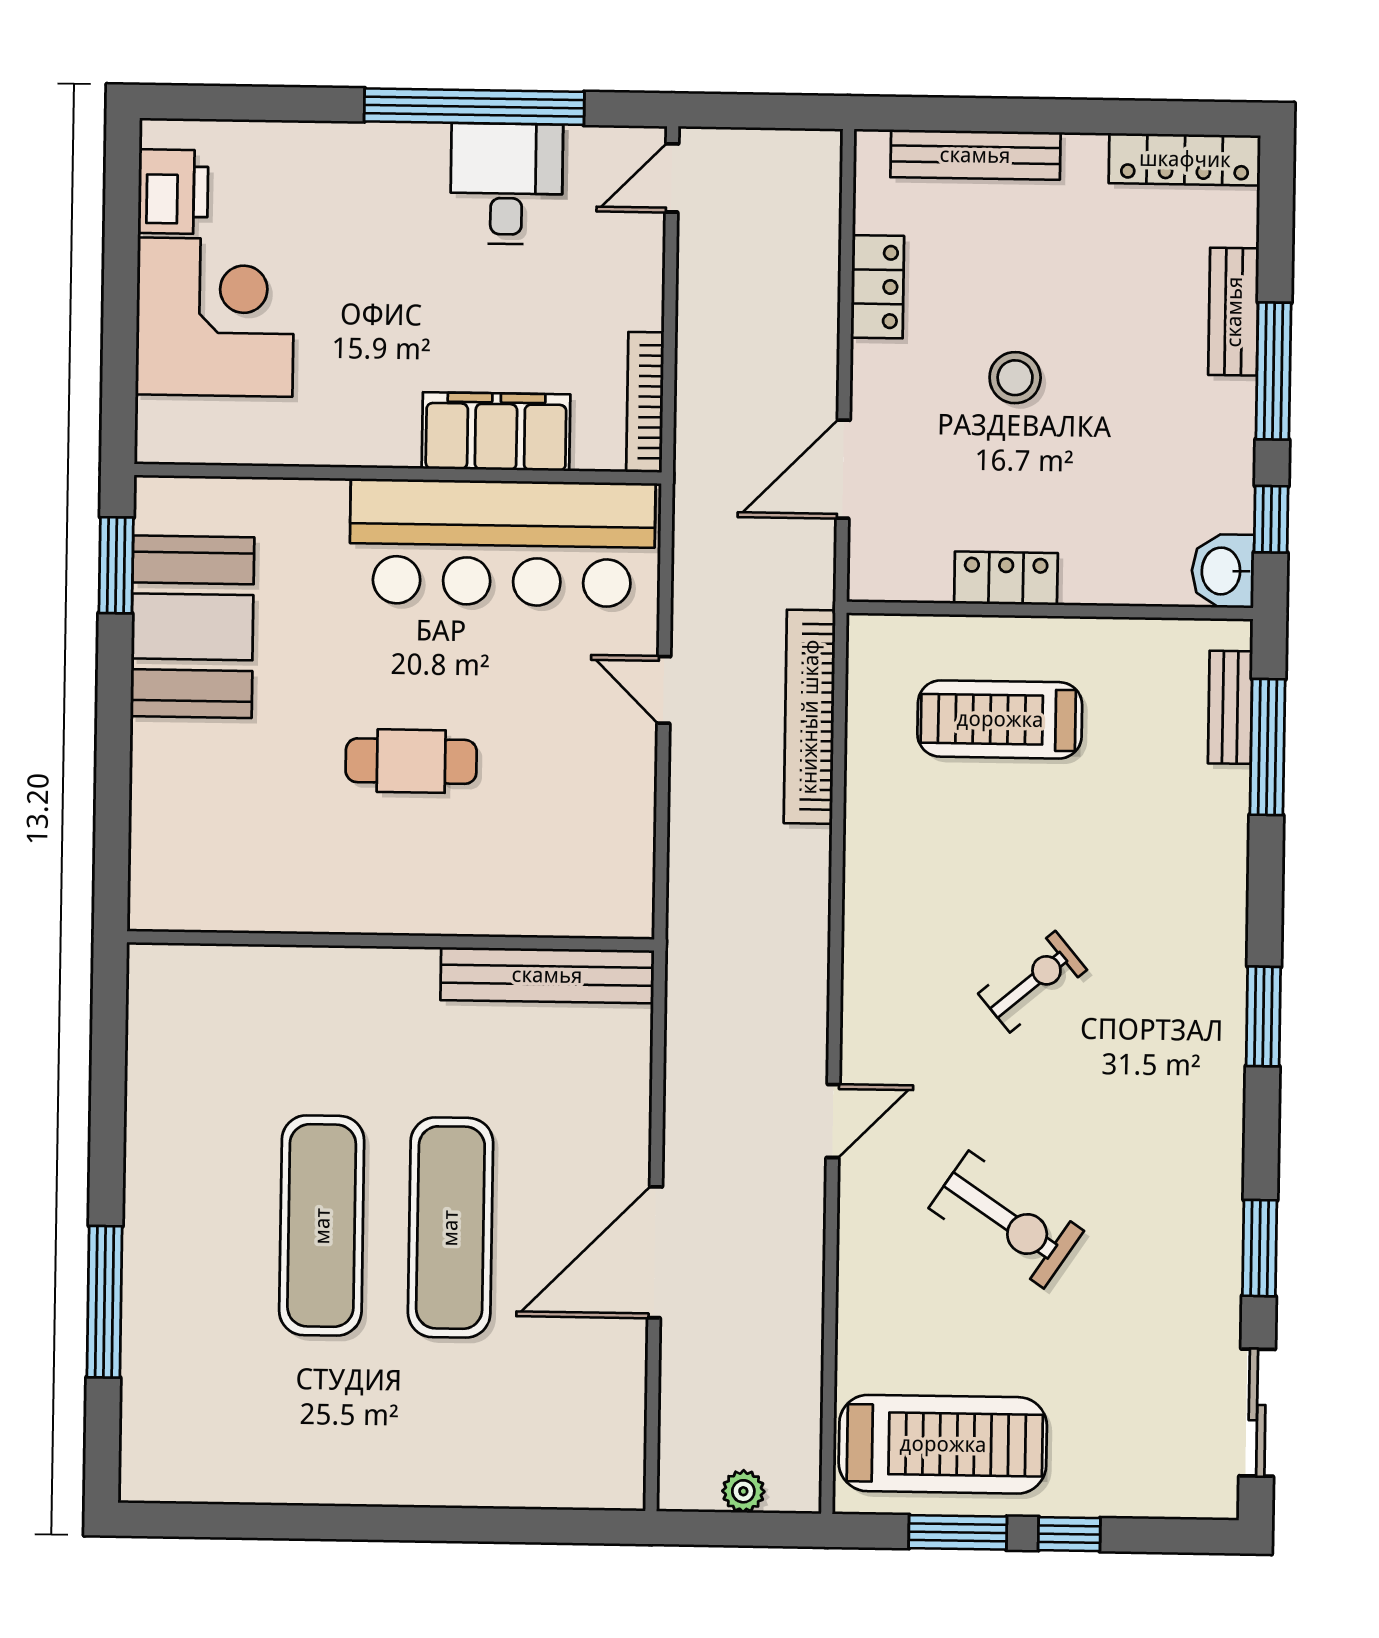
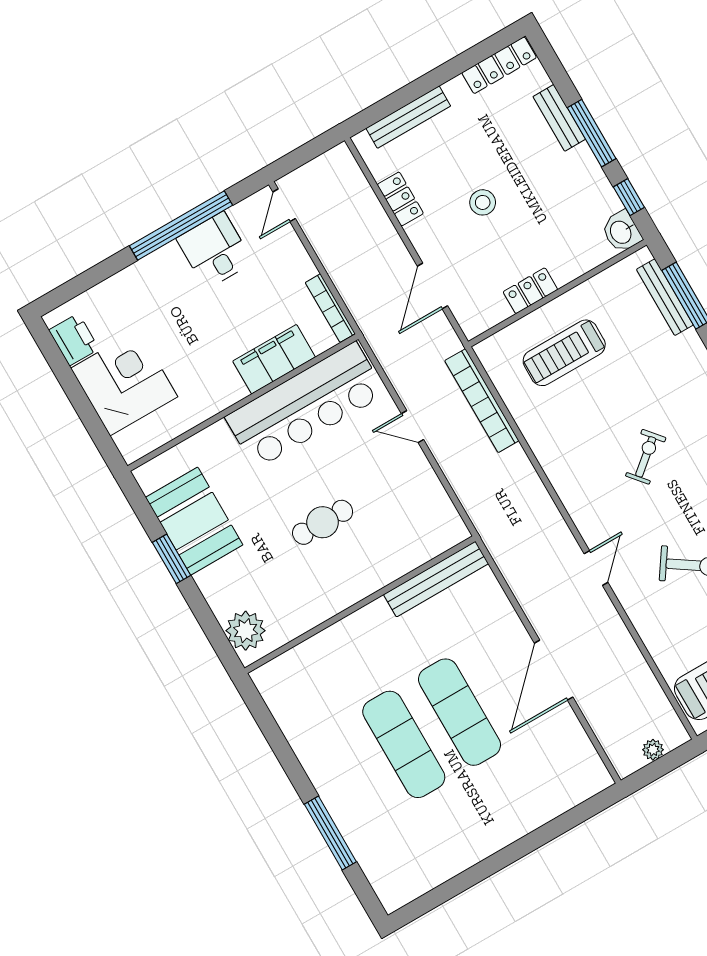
window: (116, 565) -> (171, 559), moved
bench: (1230, 707) -> (665, 297), width x1.36
plant: (168, 867) -> (246, 631), added

